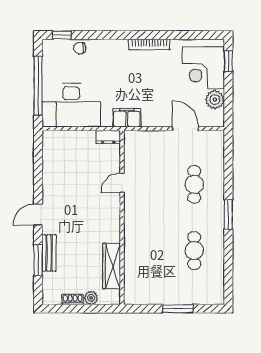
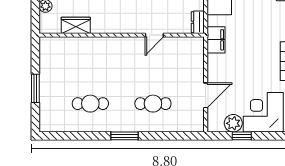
window: (228, 61) -> (242, 136), moved
door: (122, 183) -> (154, 35), swing flipped
wardrobe: (112, 266) -> (76, 25), width x0.67

